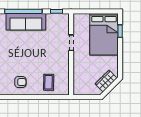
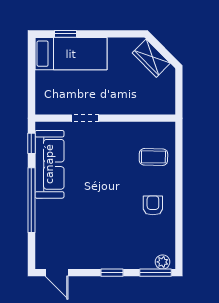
sofa: (26, 22) -> (49, 164), moved
bed: (104, 34) -> (71, 54), width x0.67

